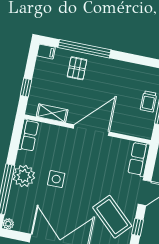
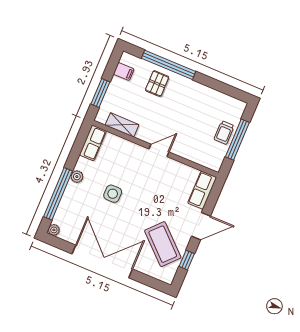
filing cabinet: (46, 52) -> (124, 72), moved
window: (26, 88) -> (100, 93), width x1.50
door: (91, 130) -> (159, 150), width x0.53
plant: (24, 176) -> (77, 177), width x0.53, depth x0.53

